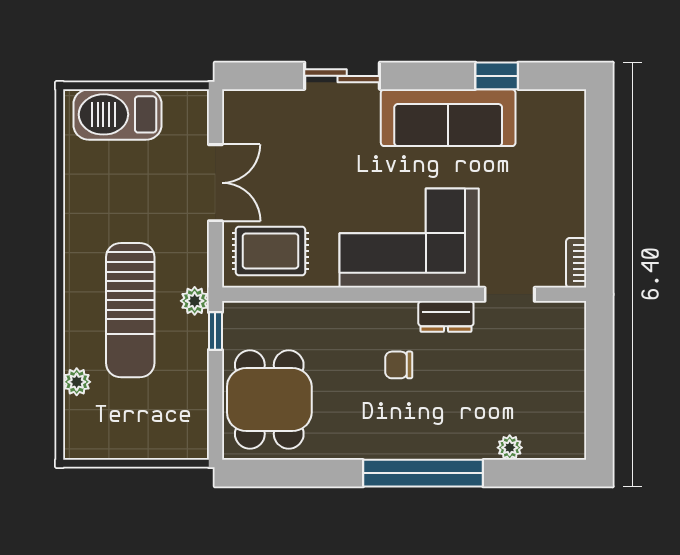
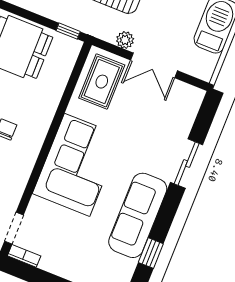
doorway: (510, 294) -> (14, 228), moved
plant: (195, 301) -> (125, 40), moved
dresser: (446, 316) -> (23, 168), removed

